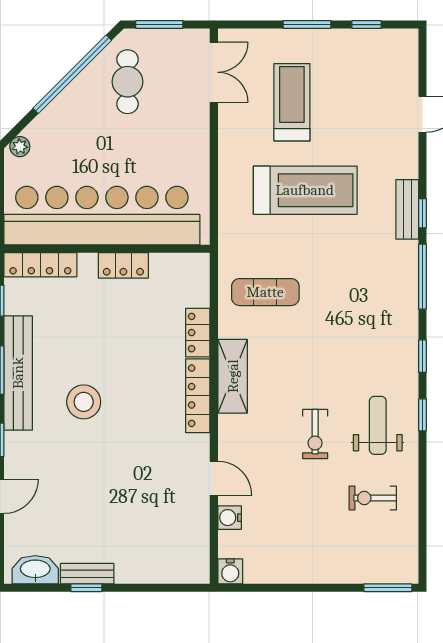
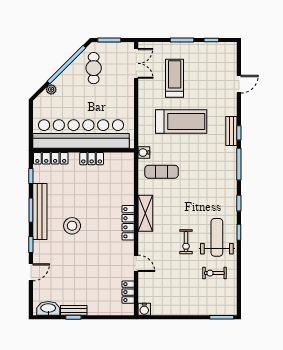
plant: (20, 147) -> (51, 89), moved
locker: (198, 333) -> (128, 292), moved
weight bench: (378, 425) -> (217, 237), width x1.36, depth x1.33
water cooler: (230, 518) -> (144, 153), moved

